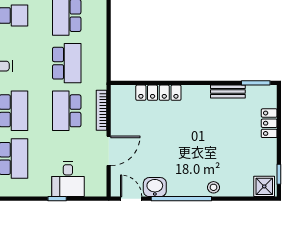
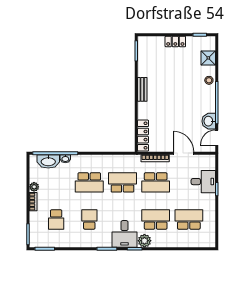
bench: (228, 92) -> (142, 89), moved
locker: (158, 93) -> (143, 136), moved
locker: (269, 123) -> (175, 41), moved
shower: (264, 186) -> (208, 58), moved

